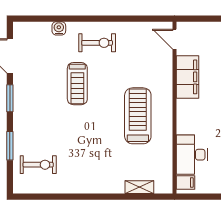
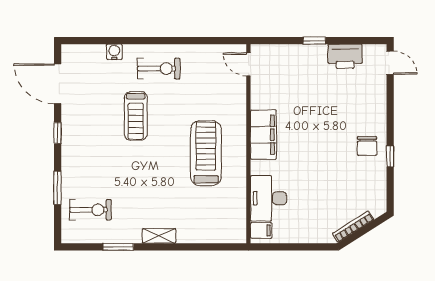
filing cabinet: (187, 77) -> (263, 135), moved
window: (10, 98) -> (58, 133), width x0.67
shelving: (139, 187) -> (159, 236), moved
window: (62, 197) -> (118, 247), added

